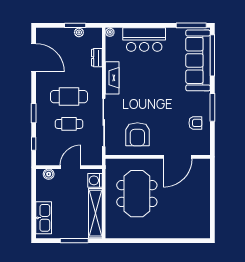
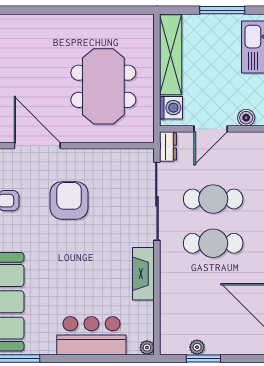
dresser: (97, 58) -> (168, 147), moved
cafe table: (69, 124) -> (213, 199), width x1.37, depth x1.35
armchair: (137, 134) -> (69, 200), moved
door: (178, 157) -> (37, 146), hinge flipped
window: (74, 241) -> (222, 10), moved

